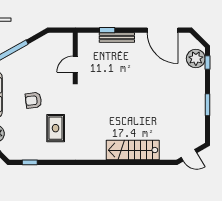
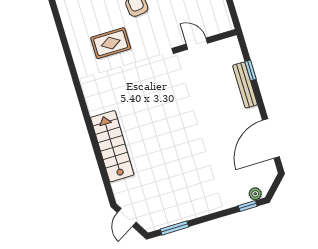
plant: (196, 58) -> (255, 194), width x0.53, depth x0.53
window: (208, 105) -> (174, 228), moved
window: (30, 162) -> (59, 24), removed

